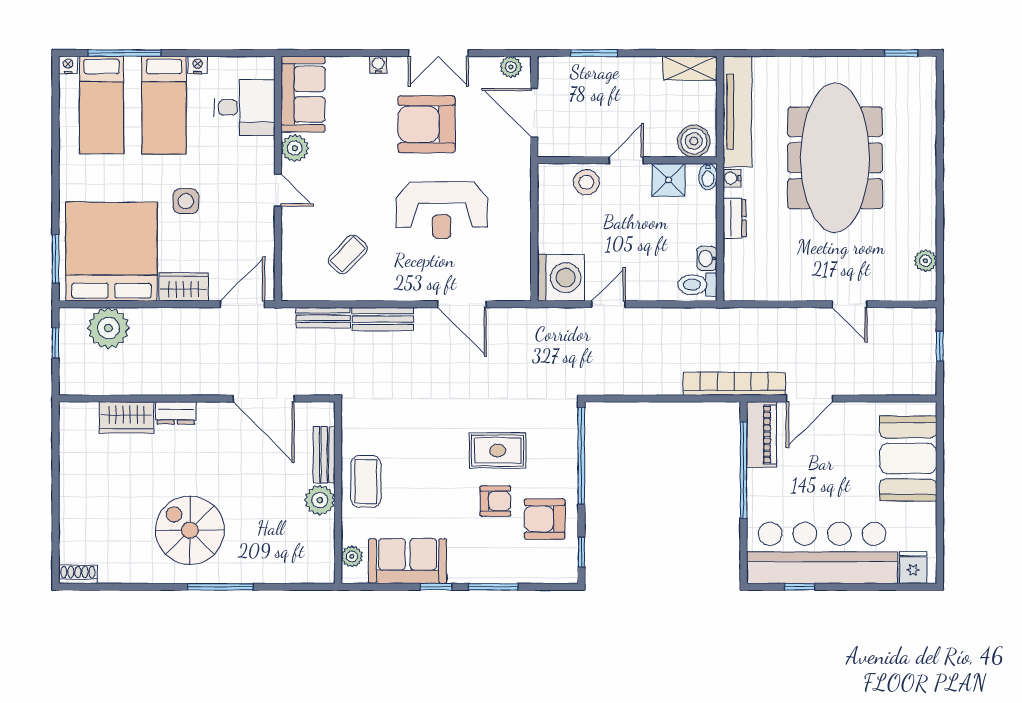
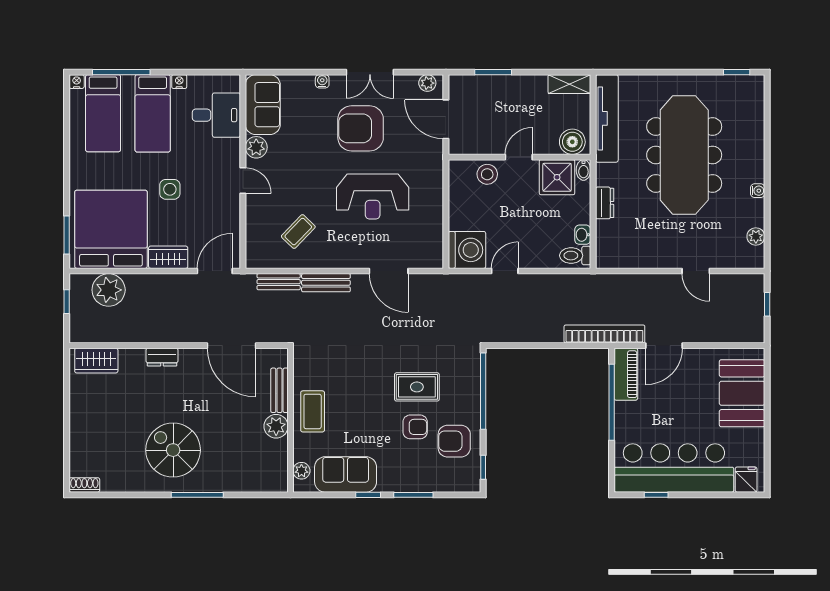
water cooler: (732, 178) -> (758, 191), moved, turned 180
shower: (669, 180) -> (557, 177), width x1.36, depth x1.36
wardrobe: (126, 417) -> (96, 361), moved

